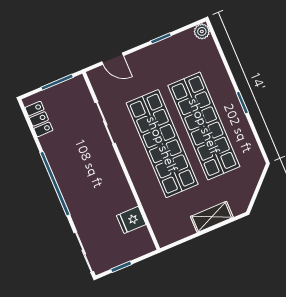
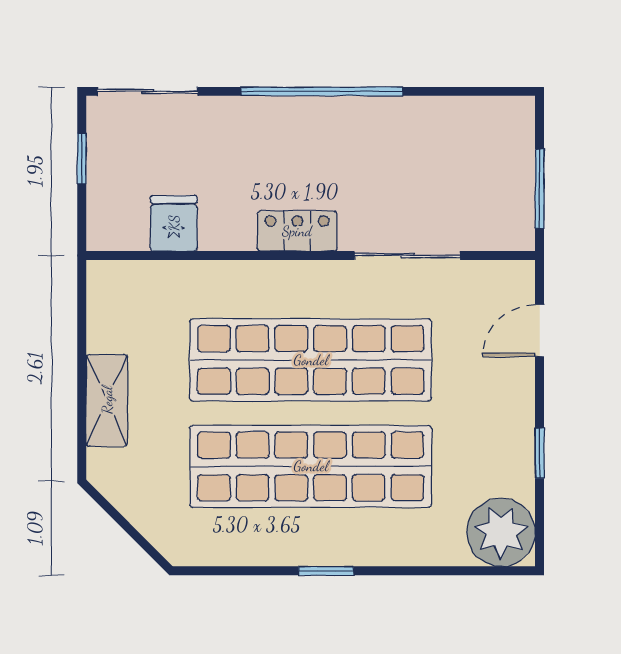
plant: (202, 31) -> (501, 532), width x1.87, depth x1.87
locker: (39, 119) -> (297, 231), moved, turned 180

